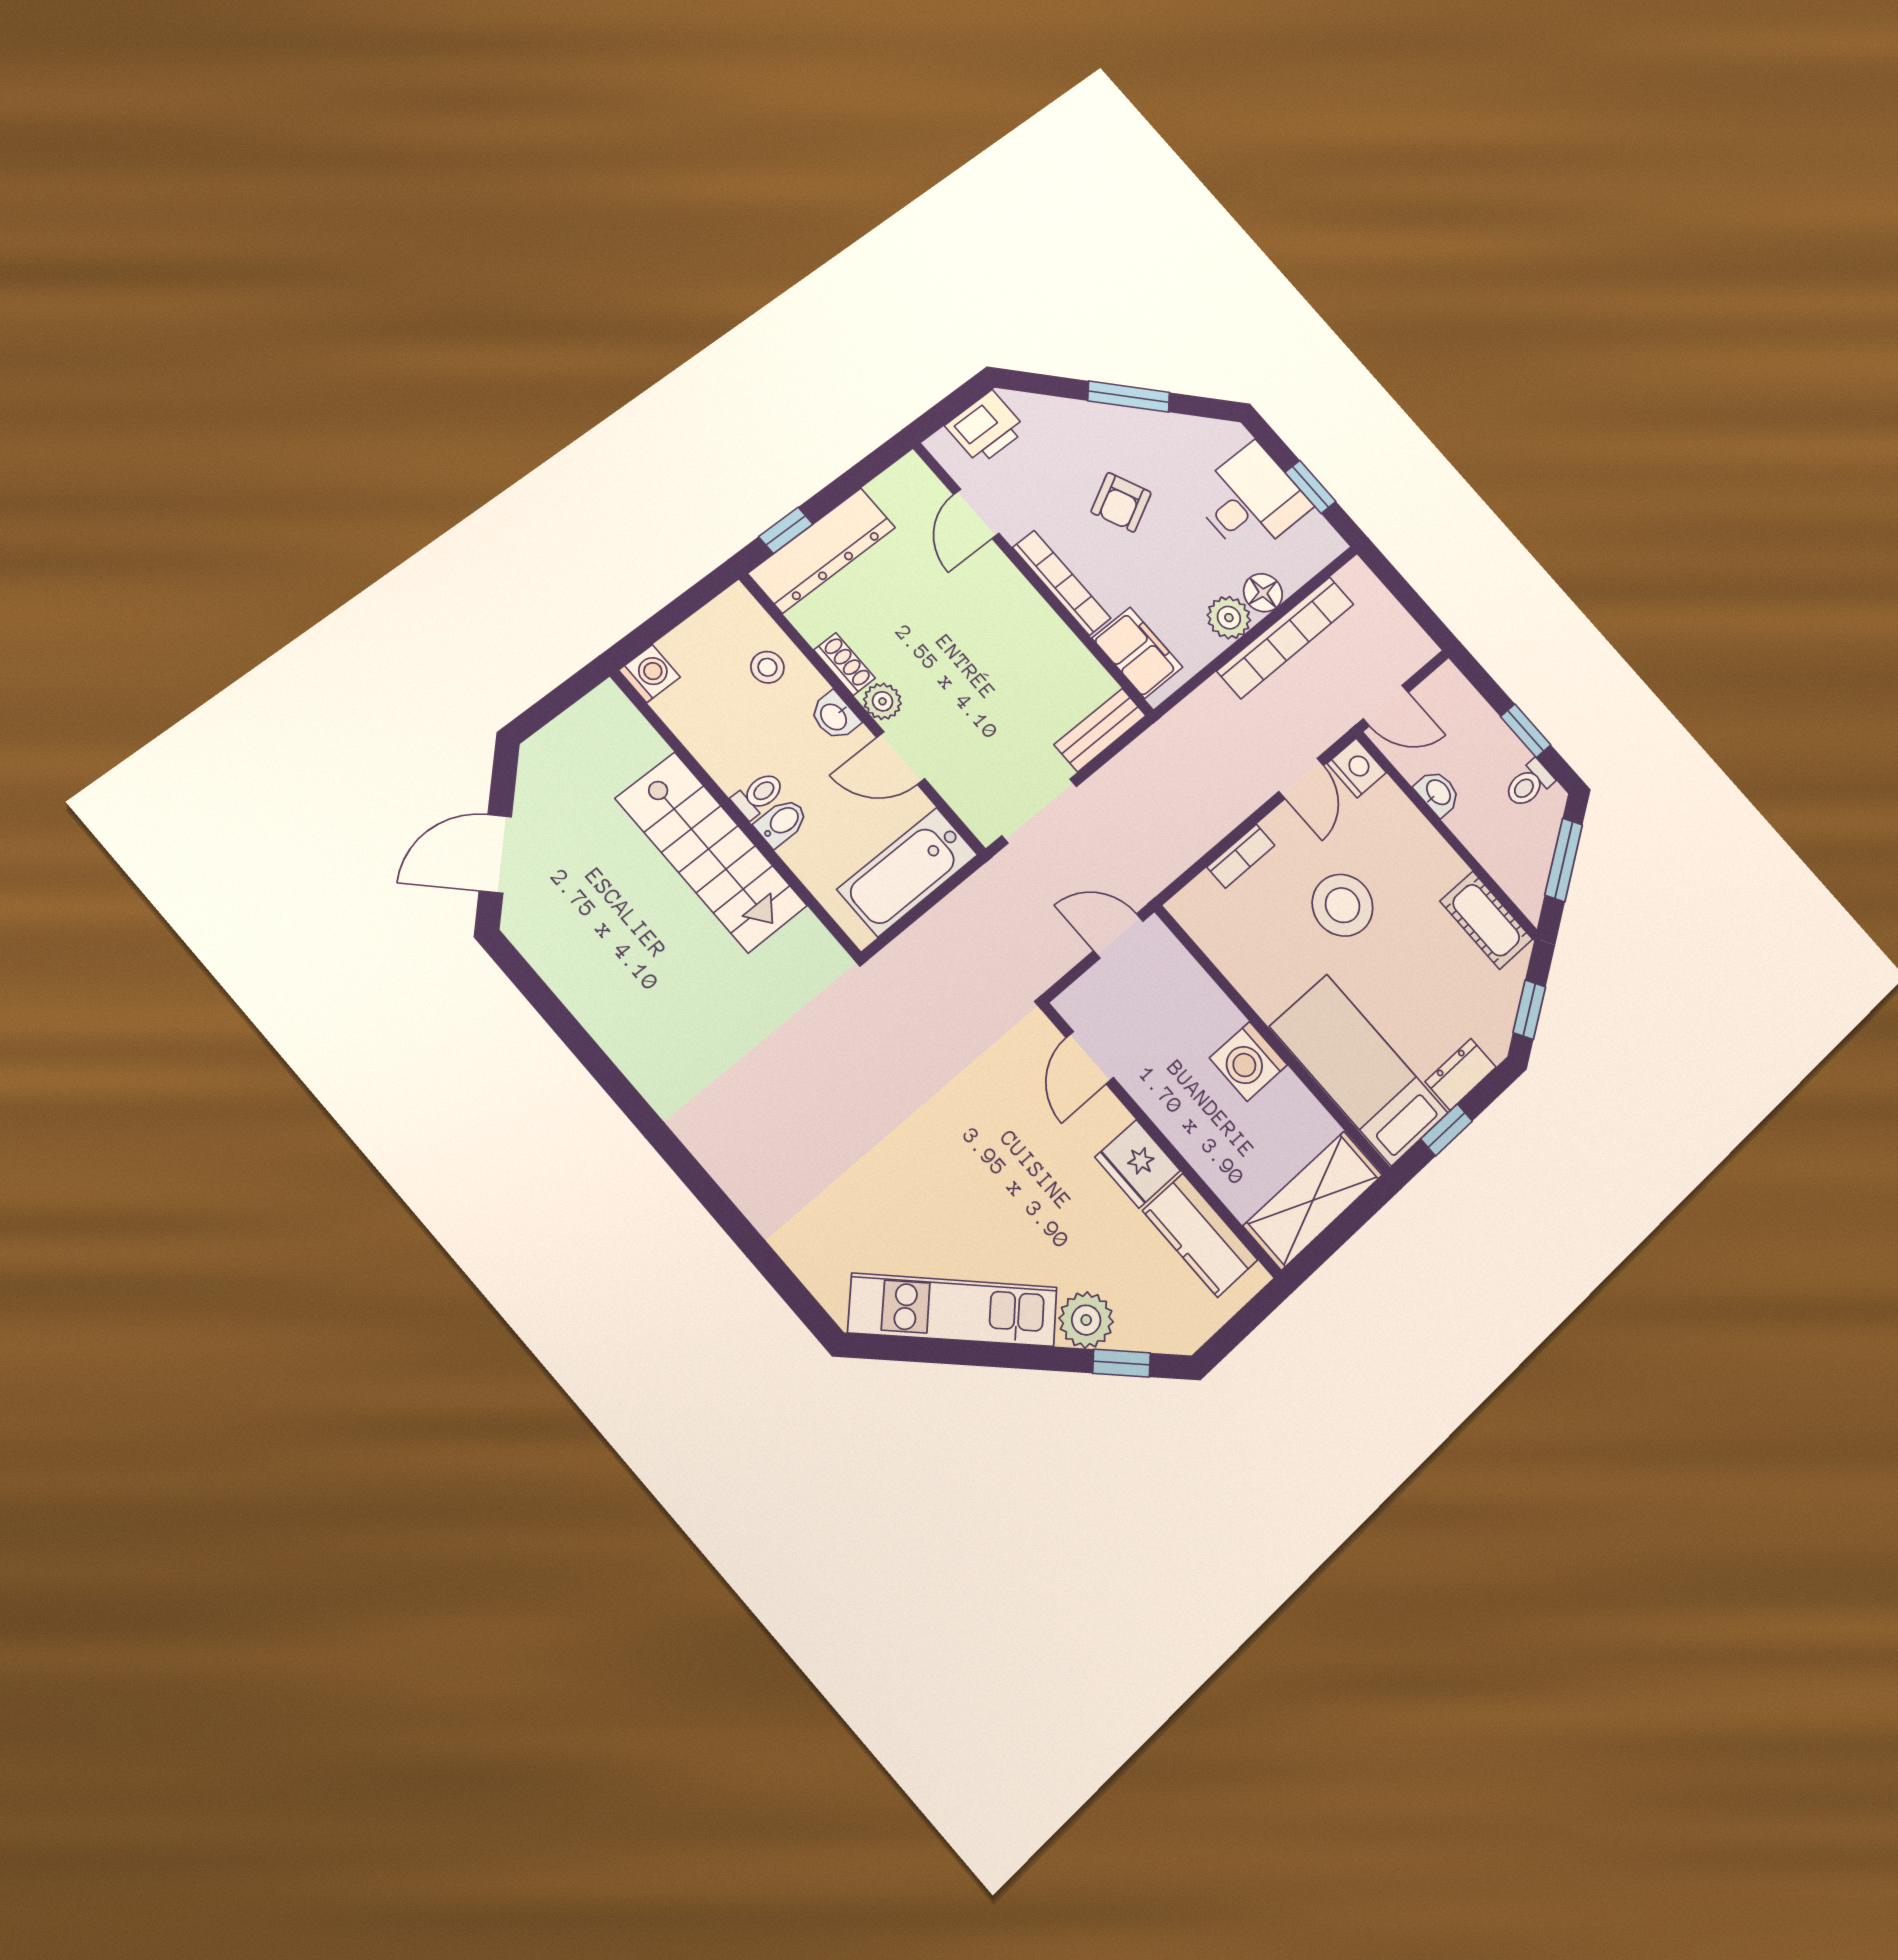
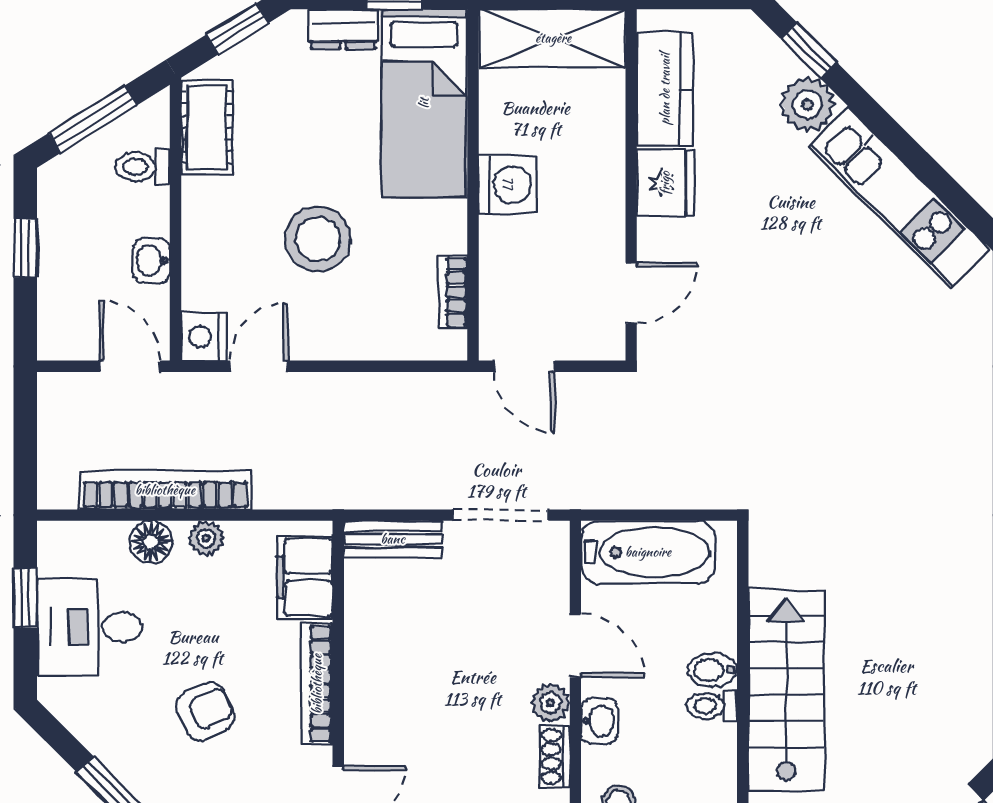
plant: (1229, 618) -> (206, 538), width x0.73, depth x0.73
toilet: (1529, 784) -> (142, 167), moved, turned 180
bookcase: (1241, 856) -> (453, 292), moved, turned -90

